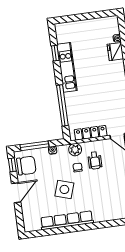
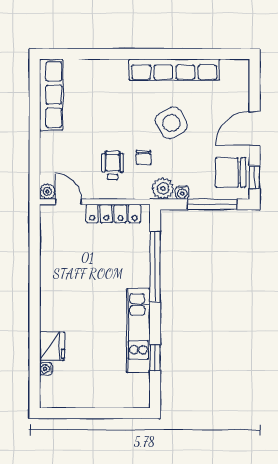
plant: (75, 150) -> (163, 188), moved
side table: (64, 189) -> (171, 123), turned 45

